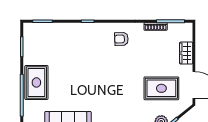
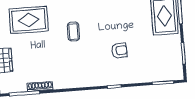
armchair: (121, 39) -> (119, 51), moved
coffee table: (121, 75) -> (73, 32), added

